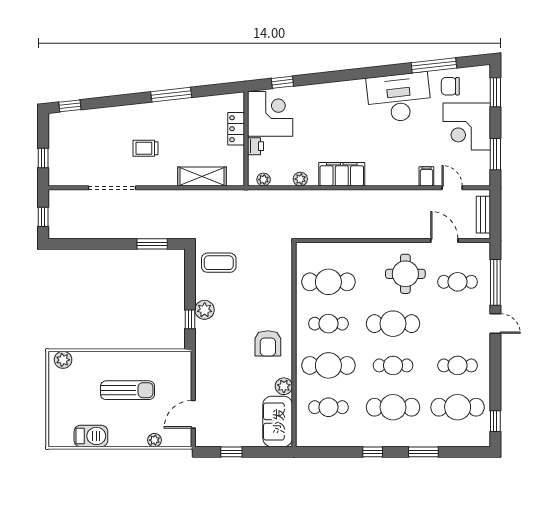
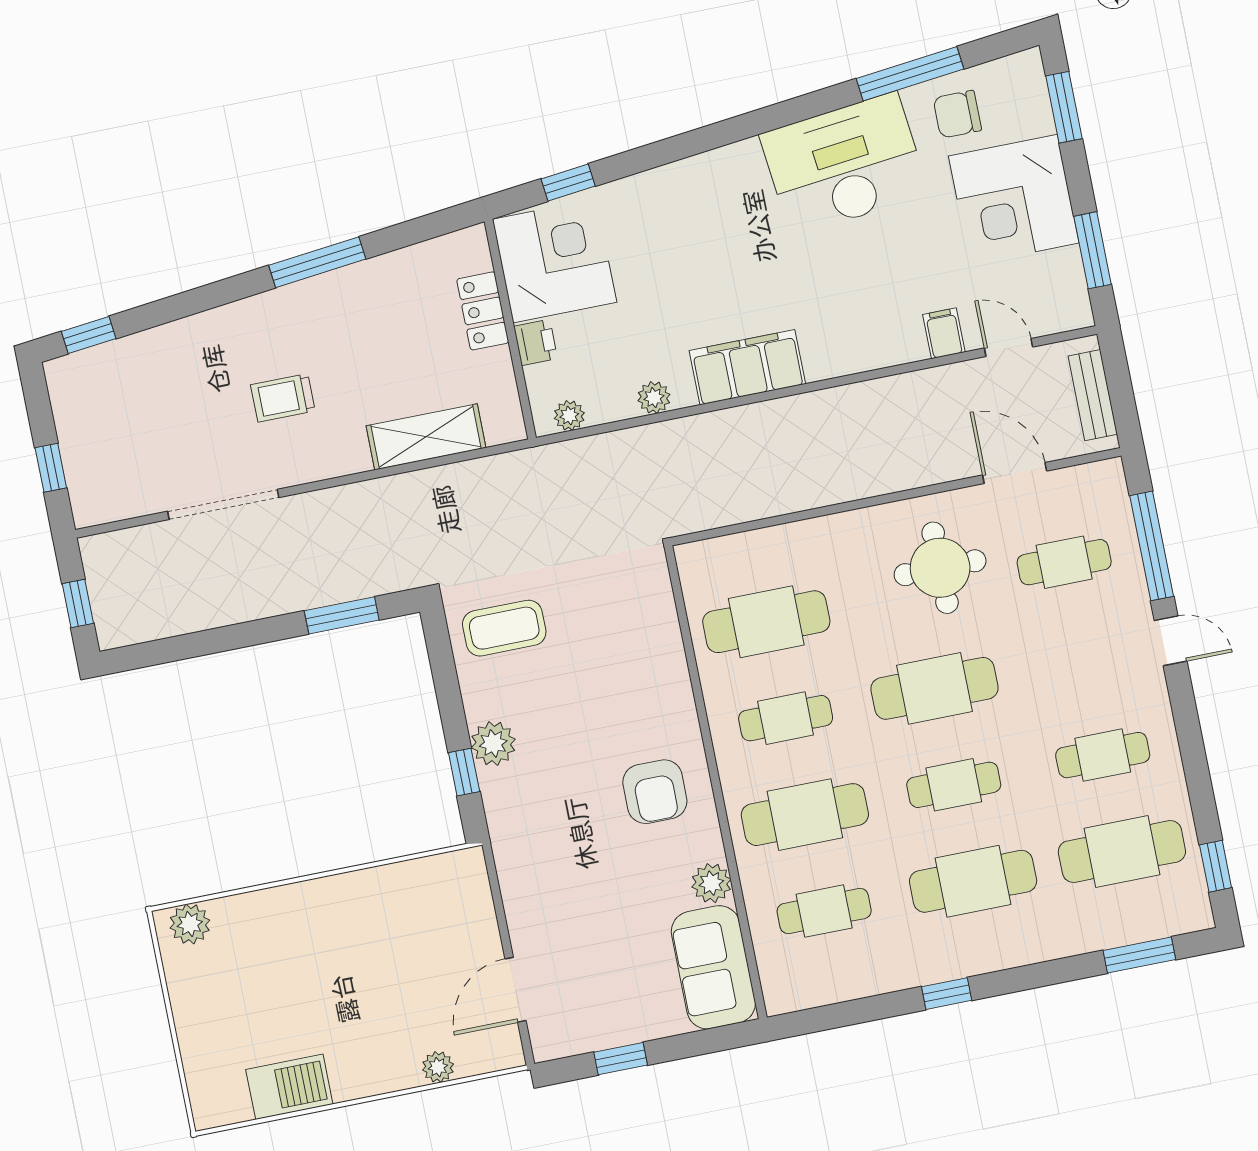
sun lounger: (127, 390) -> (353, 964), removed
window: (423, 452) -> (1139, 955), moved

